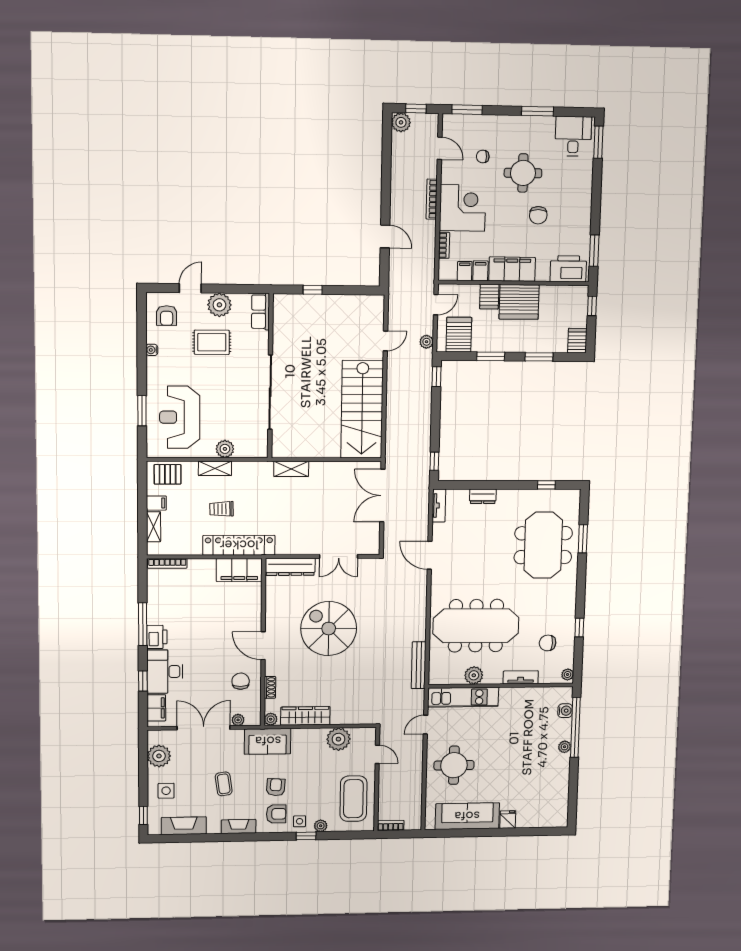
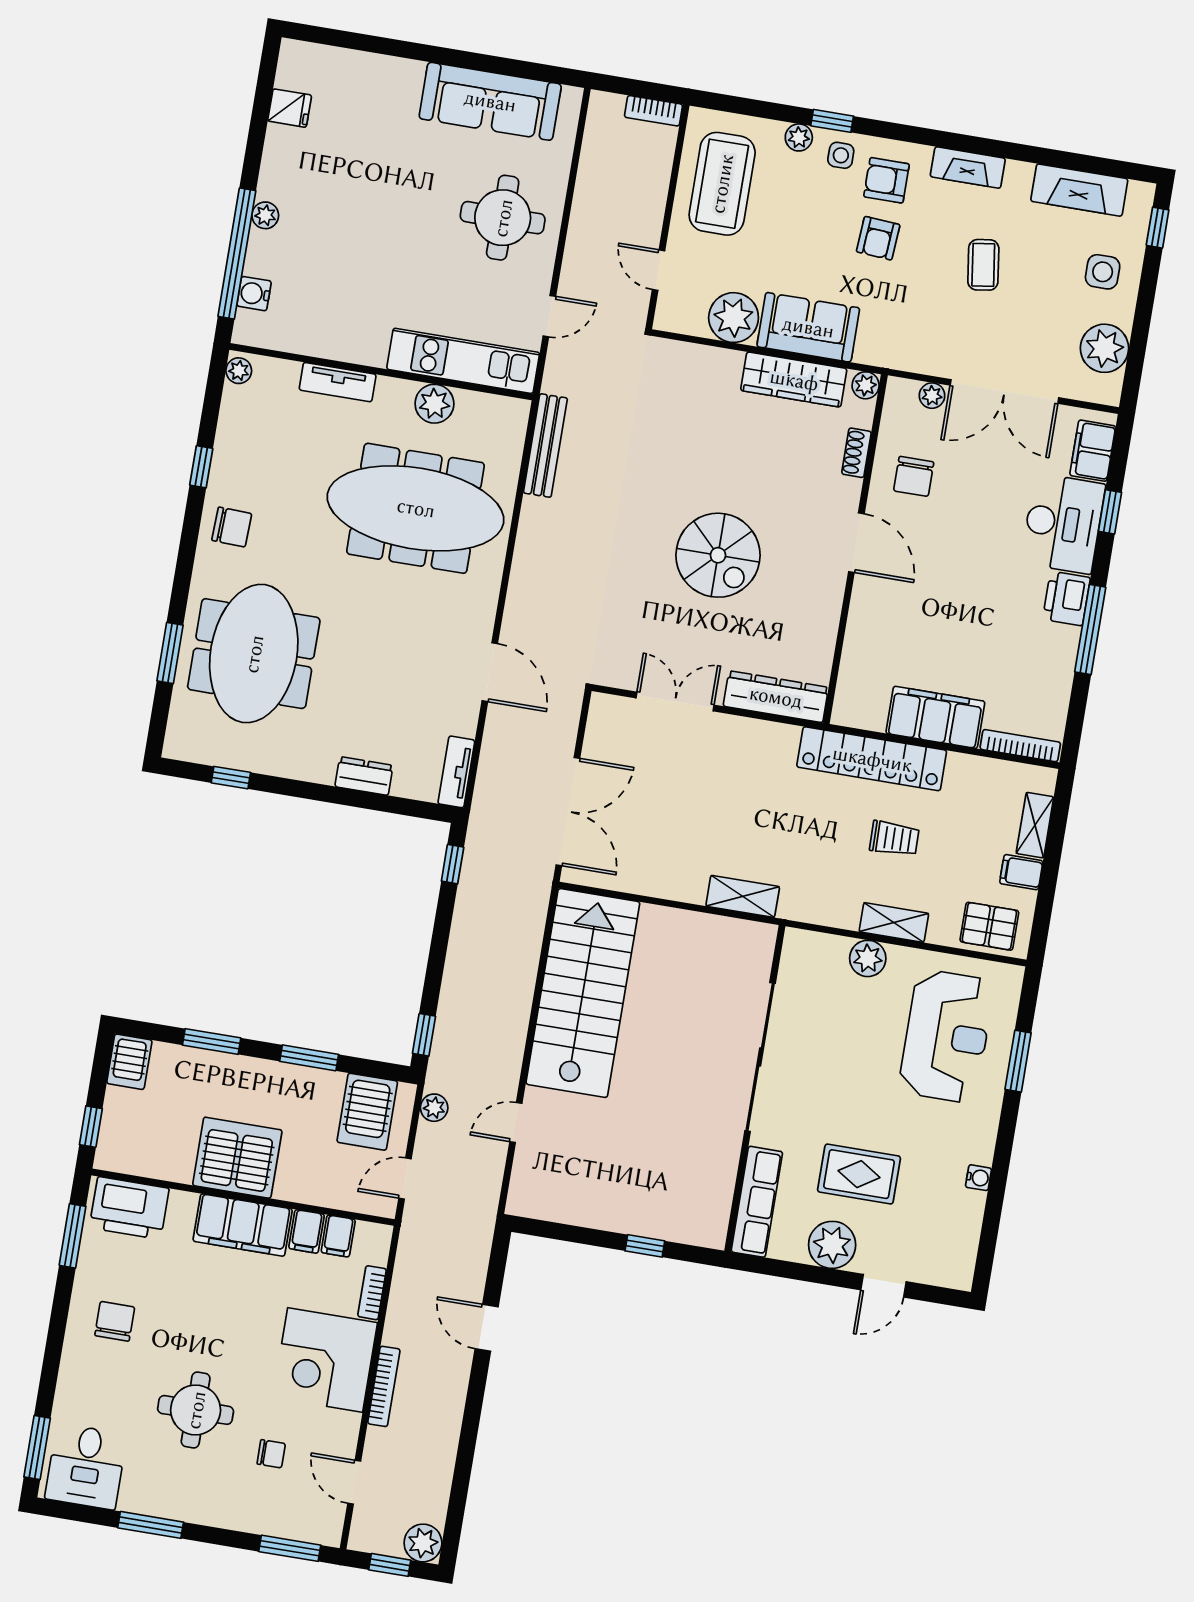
chair: (538, 215) -> (115, 1321), moved
server rack: (489, 297) -> (296, 1178), removed
row of seats: (260, 312) -> (757, 1202), width x1.48
armchair: (167, 316) -> (938, 1240), removed
filing cabinet: (239, 570) -> (935, 717), moved
spiral stairs: (329, 629) -> (718, 555), width x0.73, depth x0.73
chair: (548, 643) -> (232, 527), moved
sofa: (268, 741) -> (808, 327), moved
fridge: (508, 820) -> (290, 108), moved, turned -90

